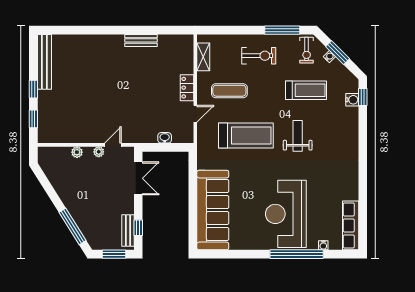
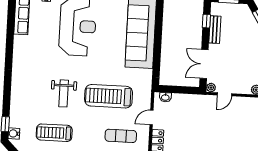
water cooler: (352, 100) -> (14, 133), moved
washbasin: (165, 138) -> (165, 97), moved
plant: (99, 152) -> (211, 88), moved
bench: (128, 230) -> (215, 30), moved

